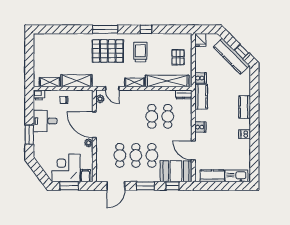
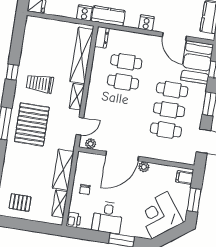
pallet: (178, 57) -> (20, 203), moved
door: (193, 150) -> (174, 36), hinge flipped
corner desk: (66, 168) -> (160, 215), moved, turned 54

